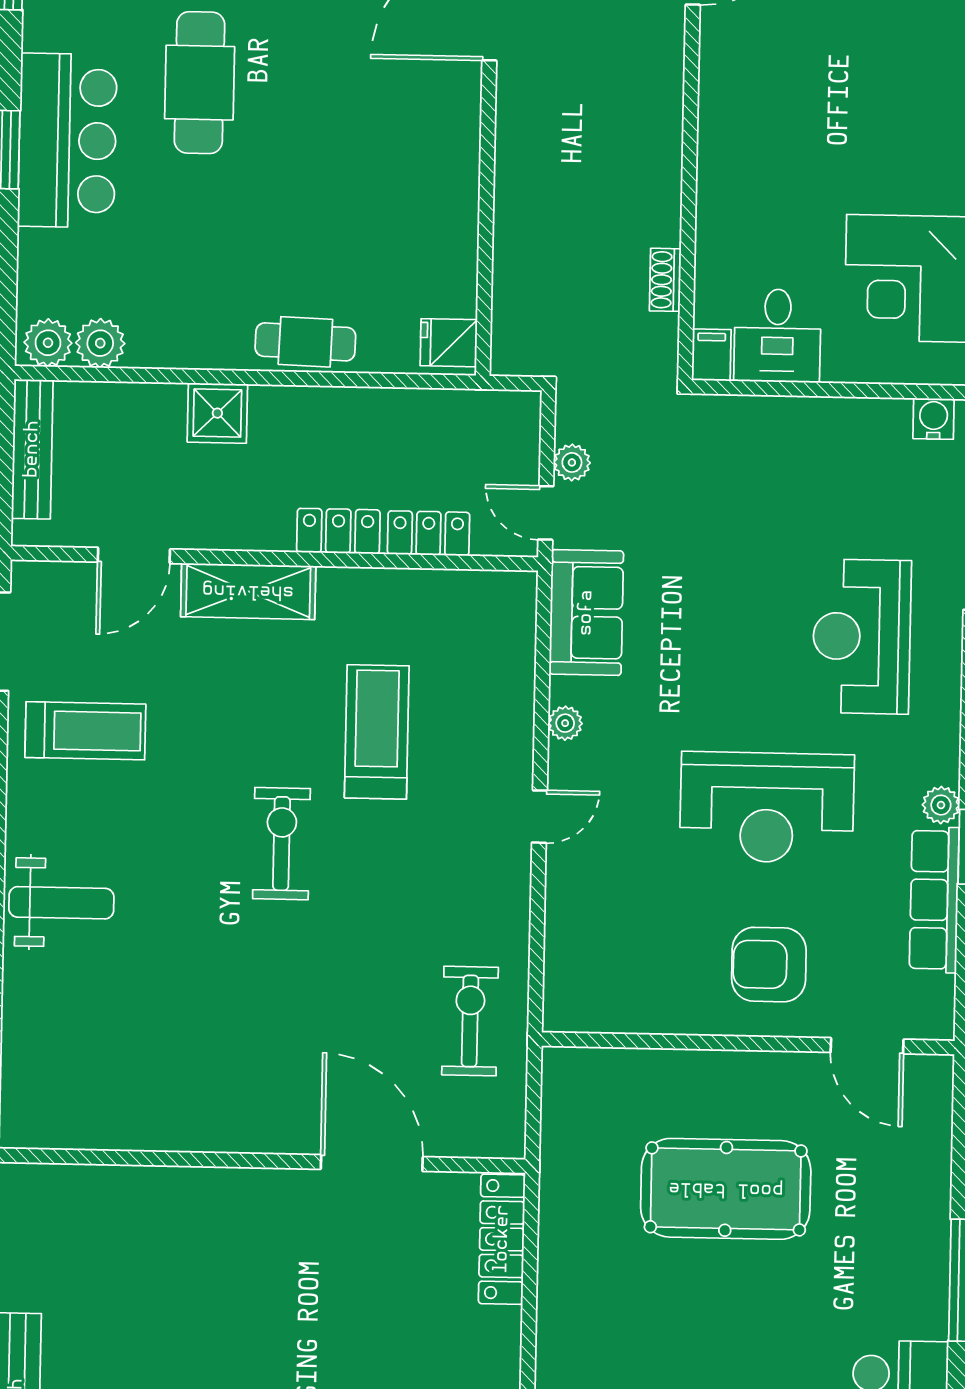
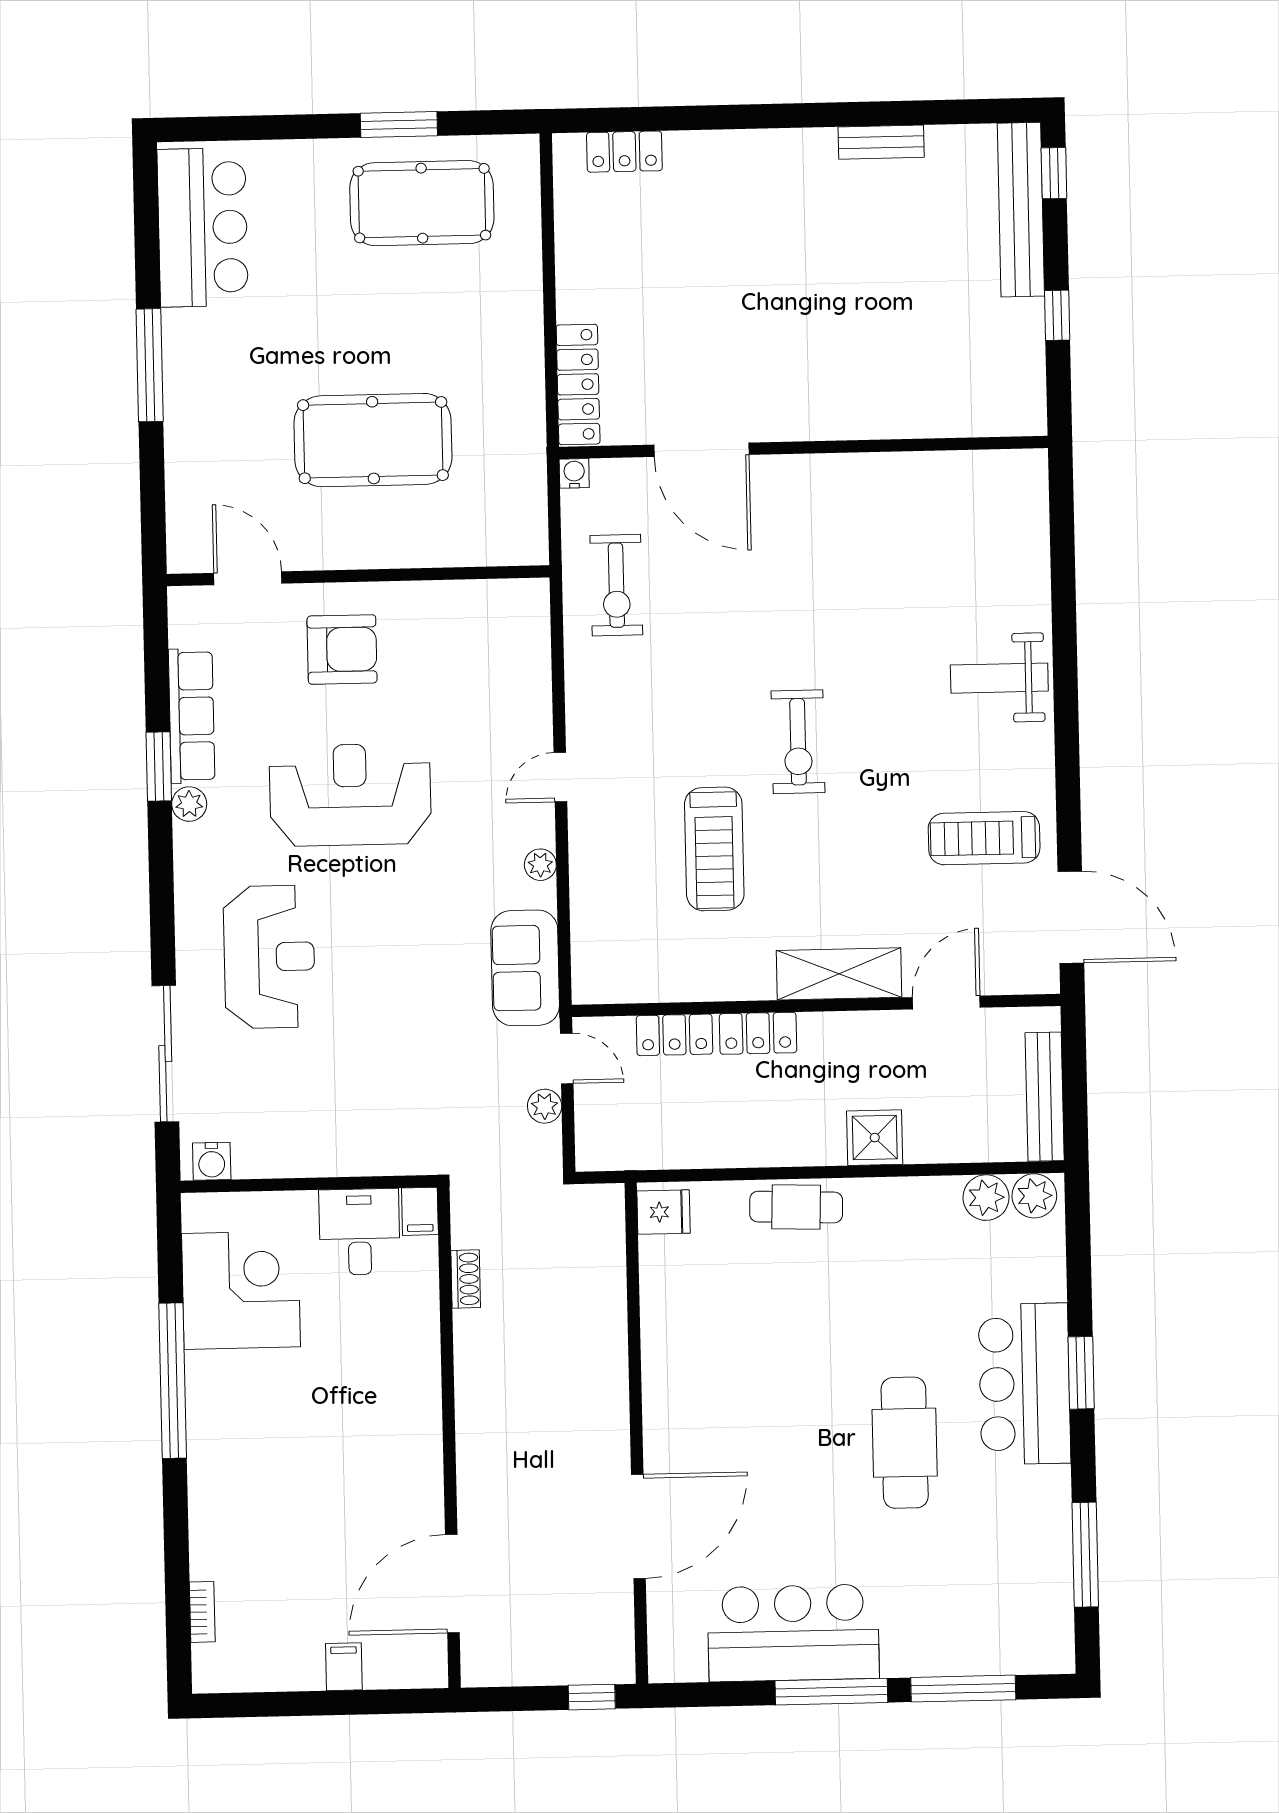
water cooler: (510, 1143) -> (574, 473), added

